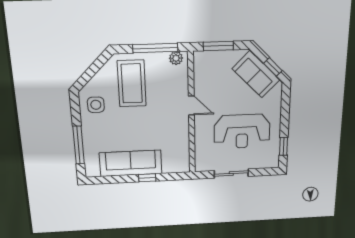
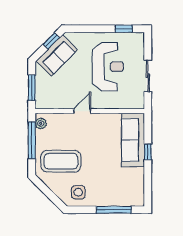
sofa: (131, 163) -> (133, 140), moved

